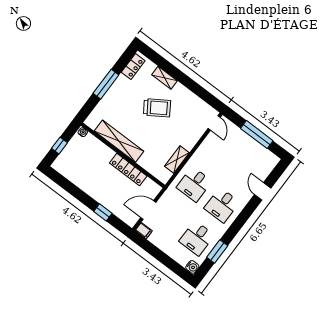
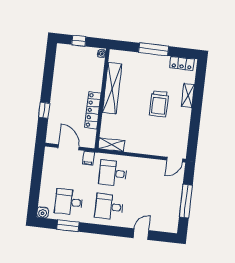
trolley: (157, 108) -> (159, 104), turned 33
shelving: (177, 159) -> (111, 145), moved
filing cabinet: (144, 231) -> (88, 158), moved

